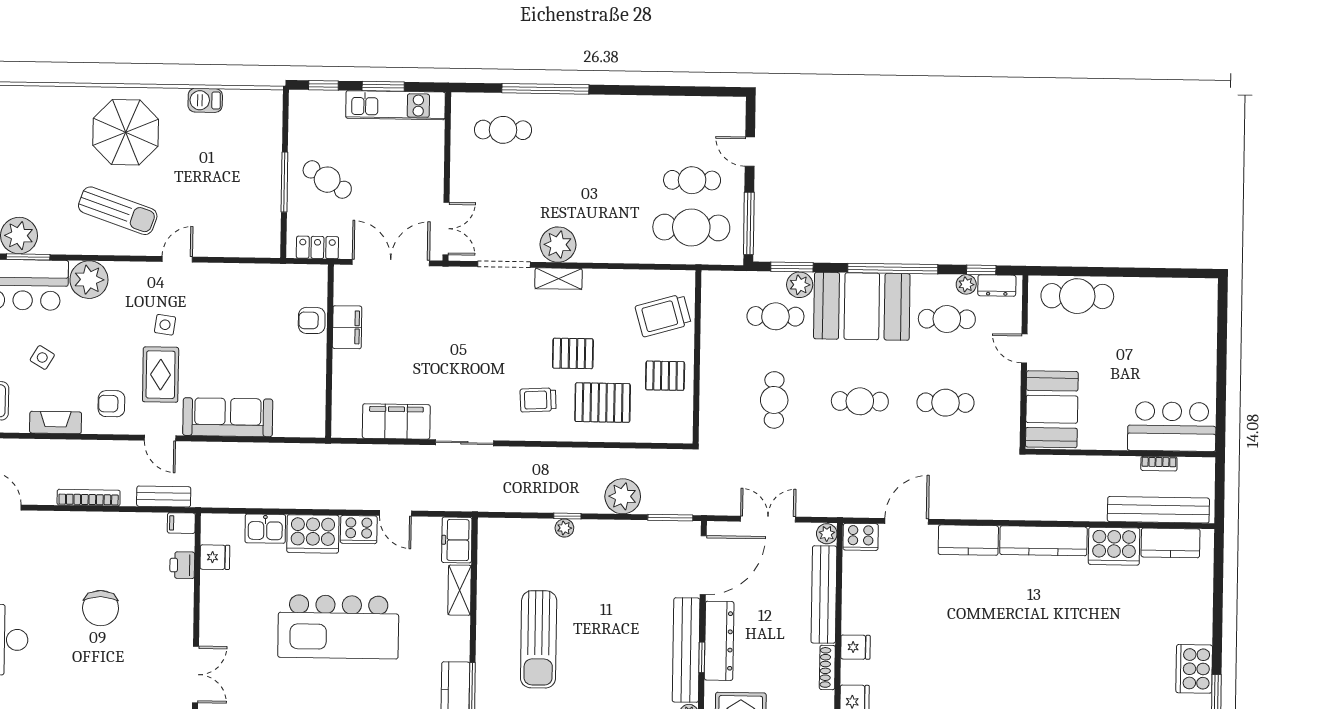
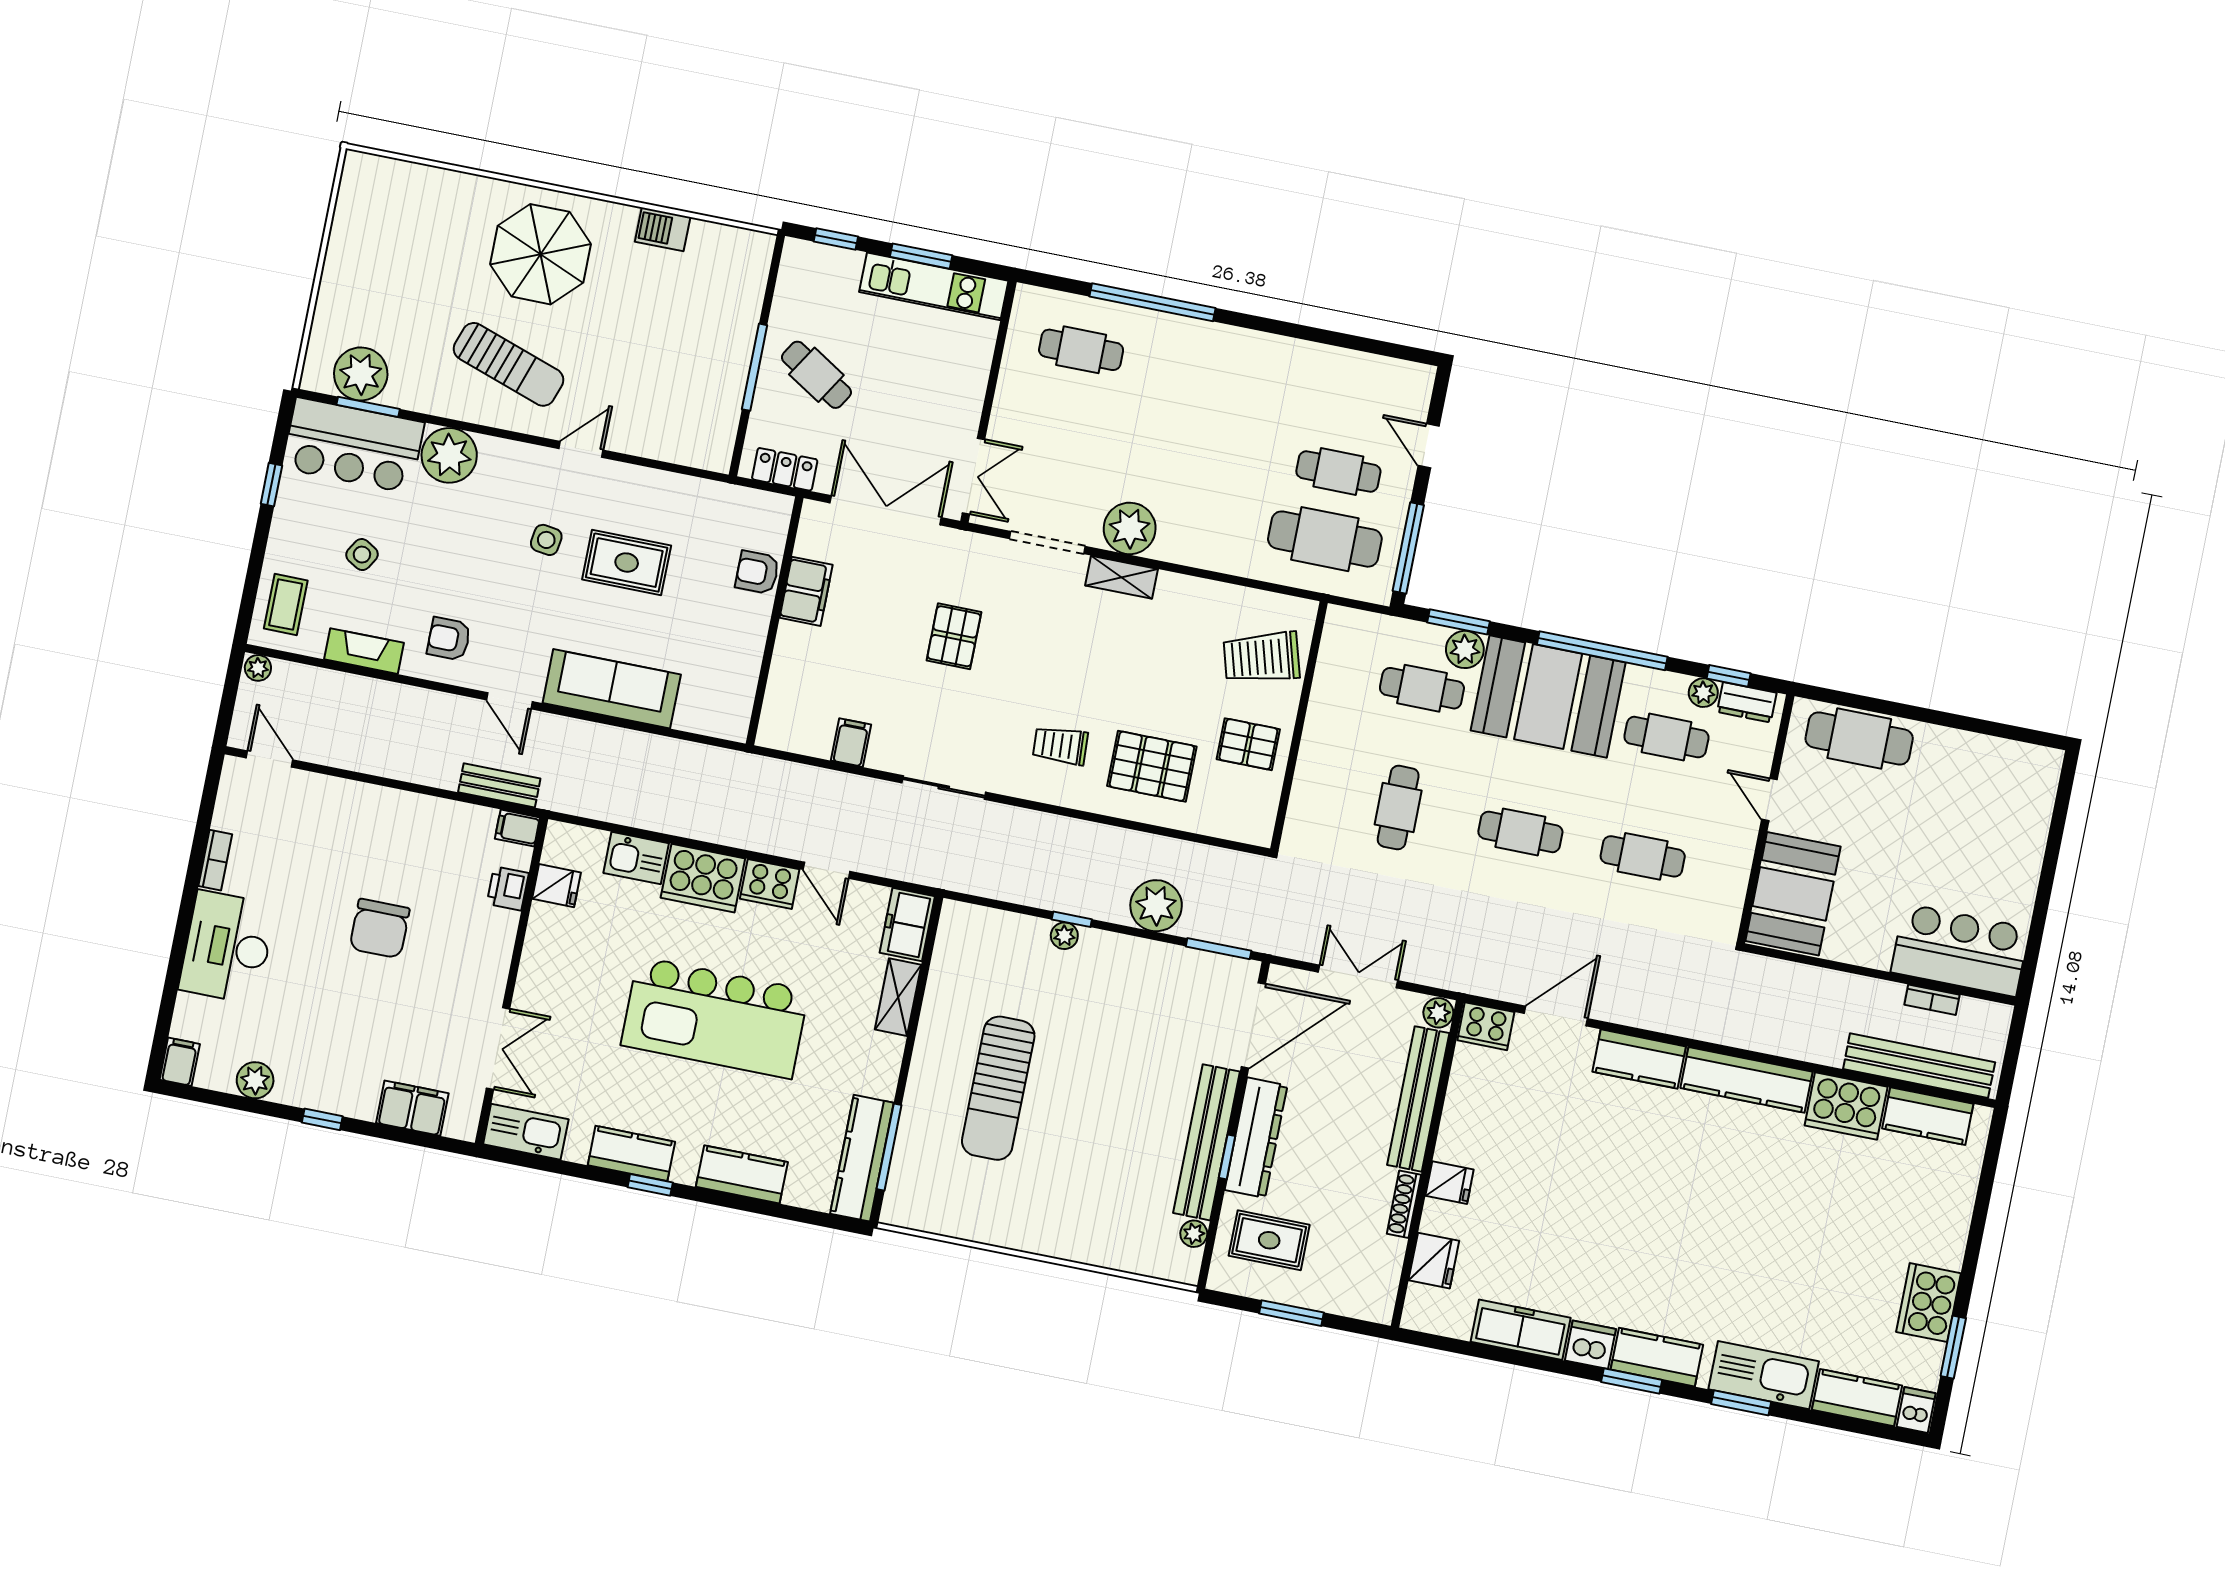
pallet: (573, 353) -> (954, 636), moved, turned 90
rug: (161, 375) -> (627, 563), moved, turned 90
filing cabinet: (396, 421) -> (851, 743), width x0.33, depth x0.86
bookcase: (89, 498) -> (391, 767), removed

